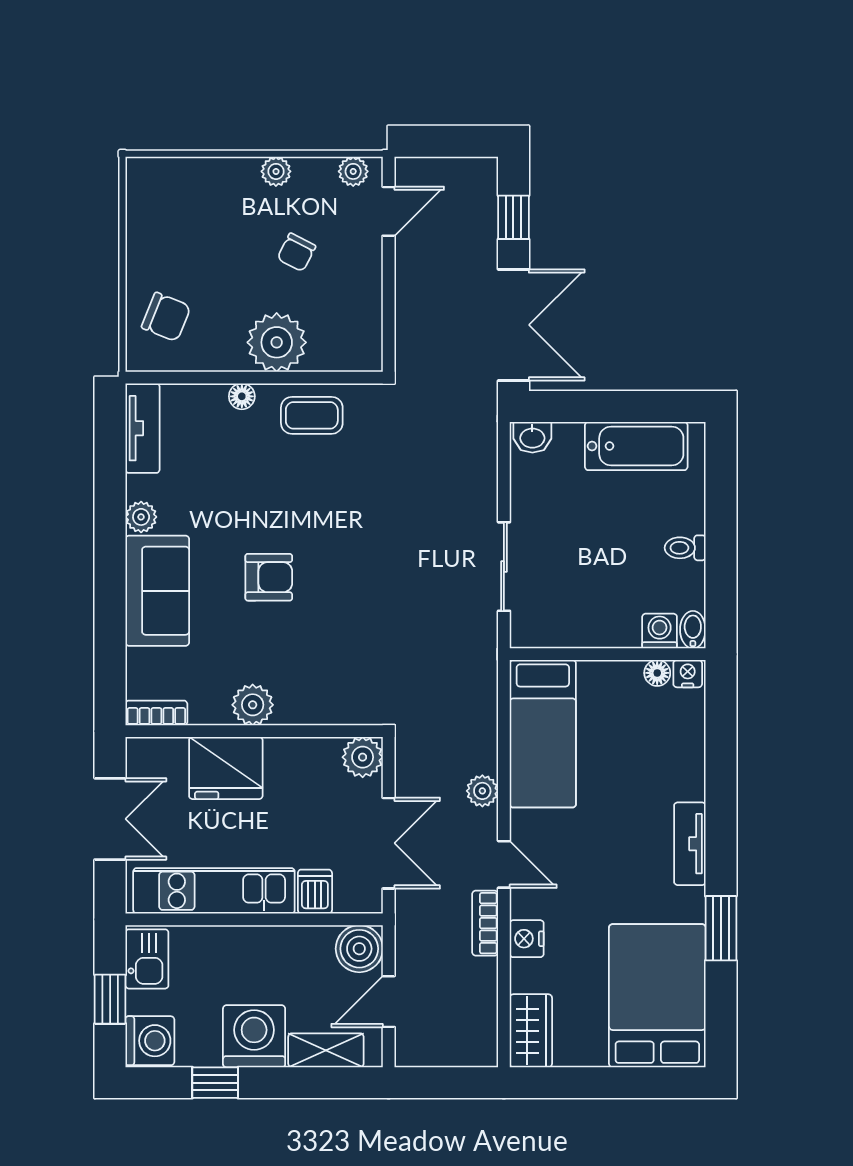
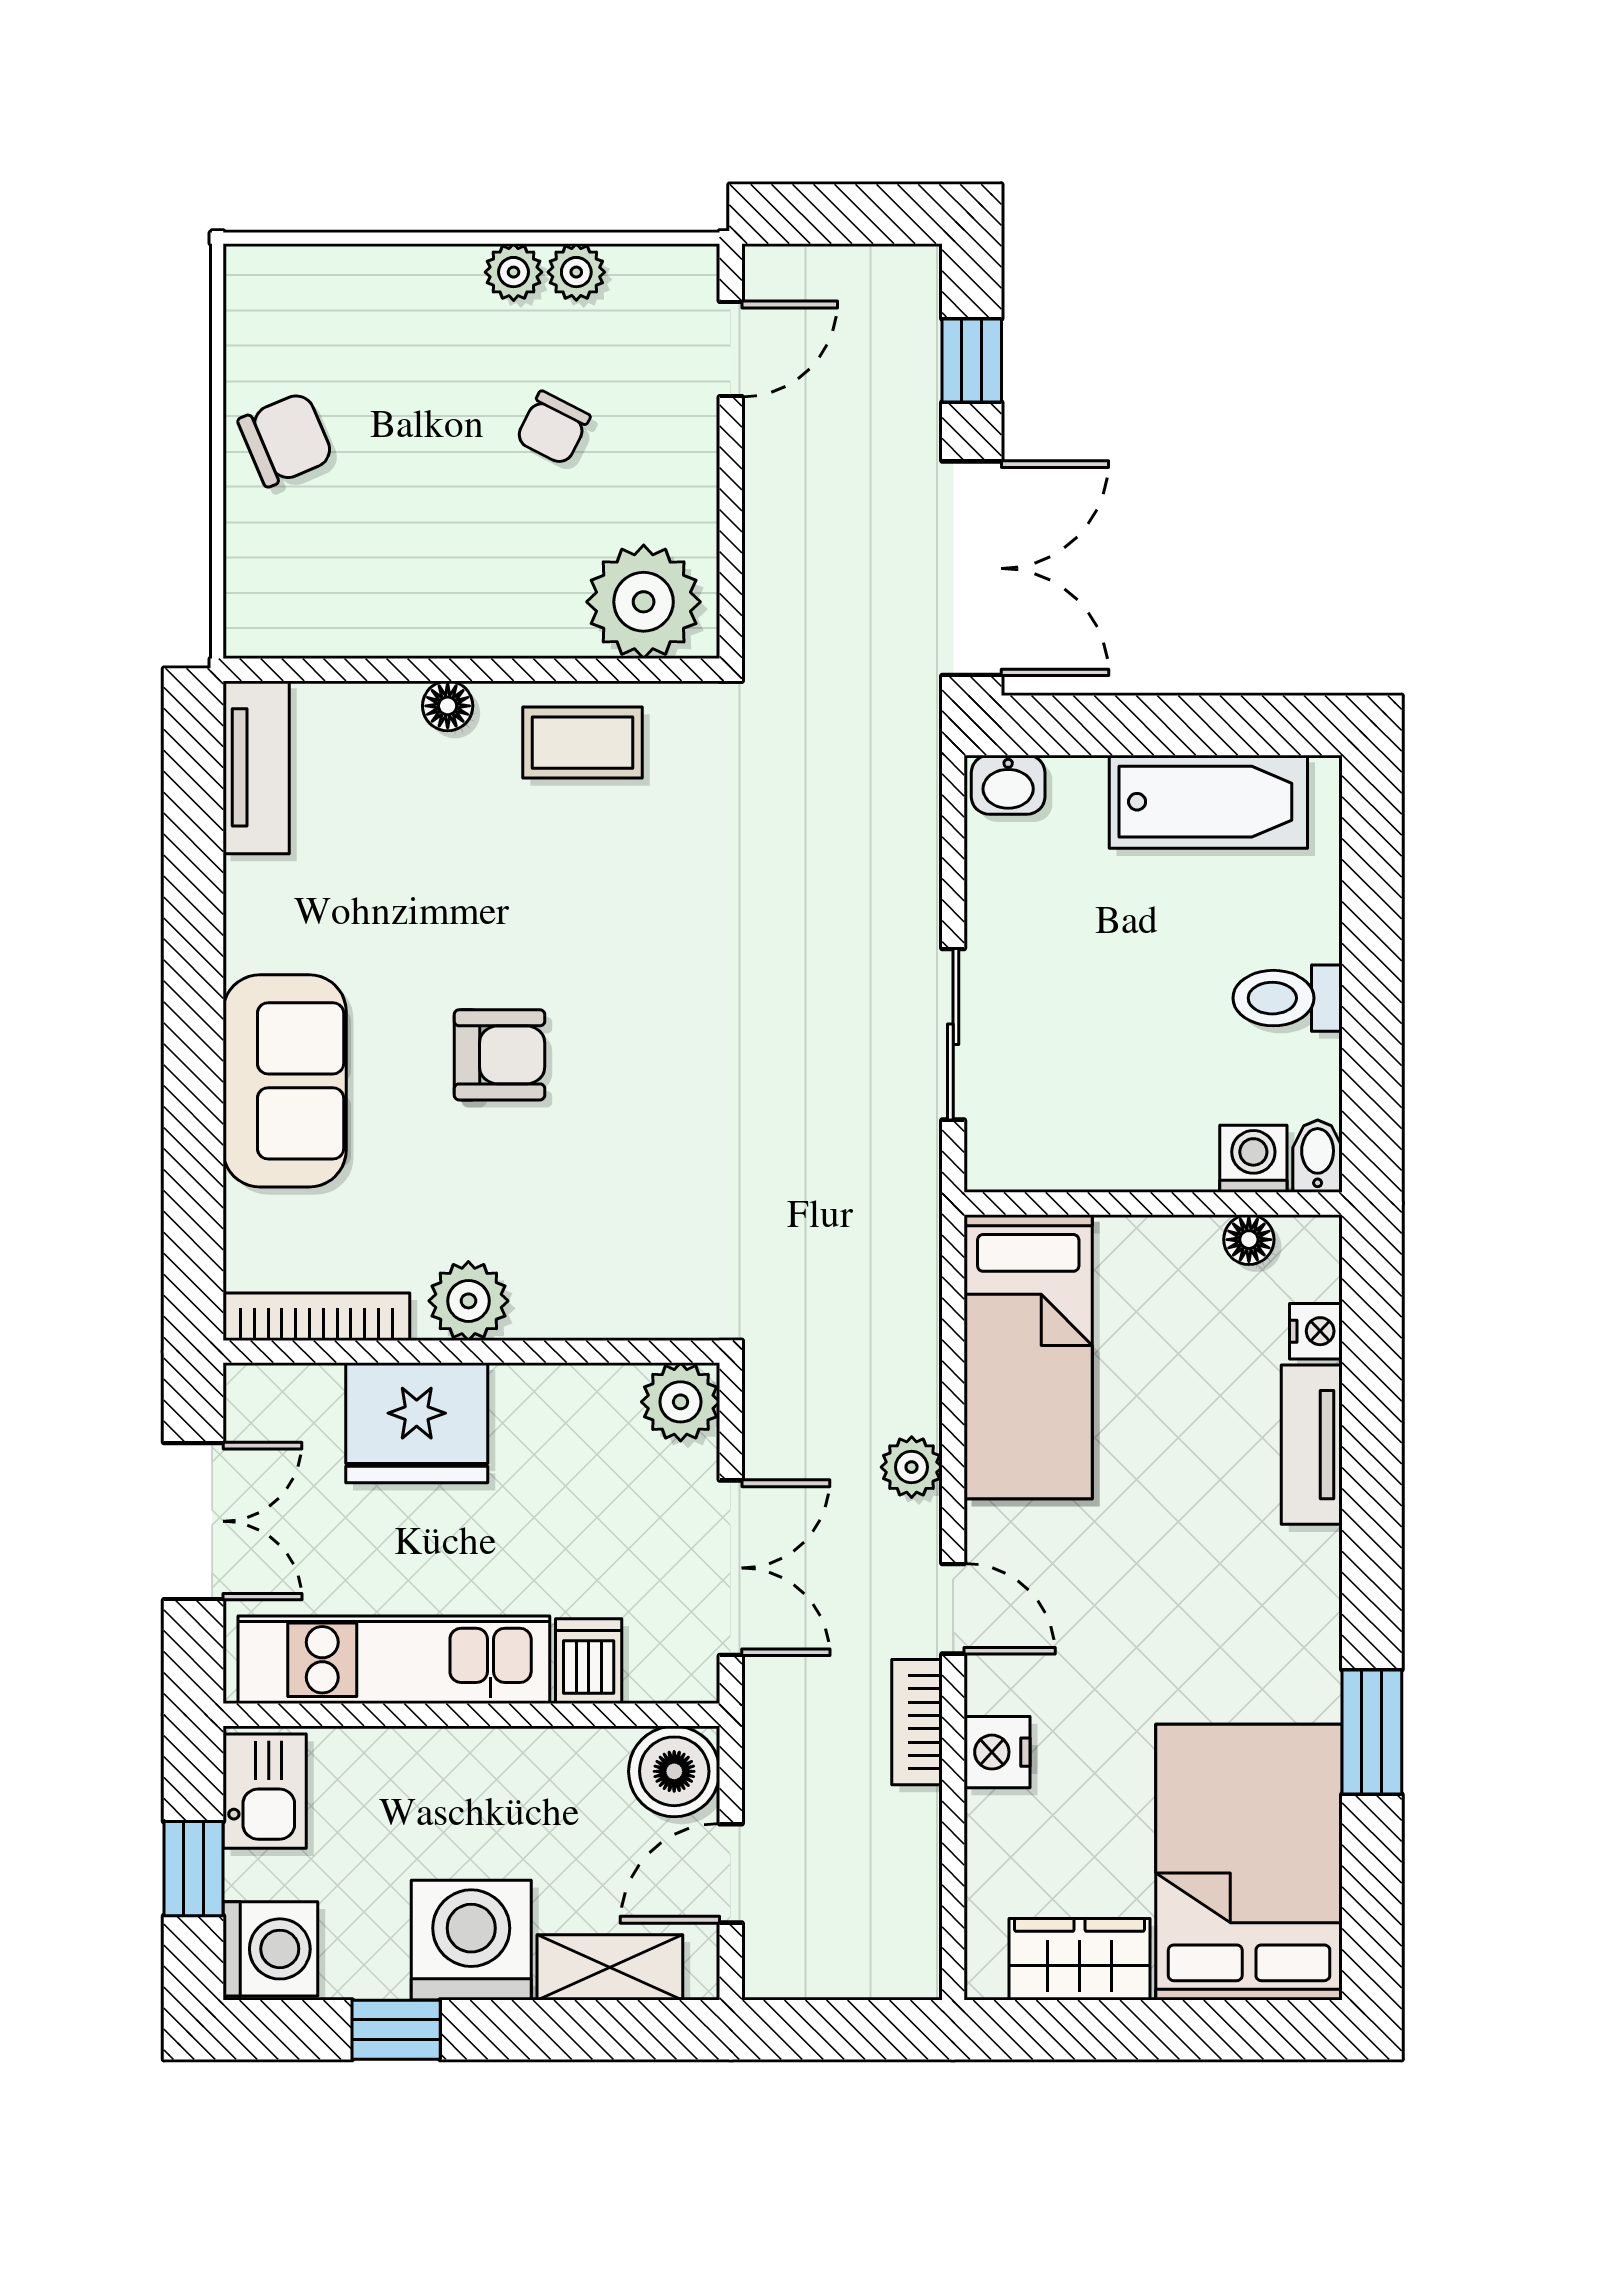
plant: (353, 171) -> (576, 272), moved
chair: (166, 317) -> (286, 439), moved, turned -45
plant: (277, 342) -> (644, 602), moved
plant: (141, 517) -> (253, 939), removed
toilet: (685, 548) -> (1288, 998), width x1.37, depth x1.39
nightstand: (688, 674) -> (1316, 1331), moved, turned 90
bookcase: (156, 713) -> (316, 1317), width x1.56
tv unit: (690, 844) -> (1312, 1445), moved
wardrobe: (531, 1031) -> (1080, 1959), moved, turned -90

